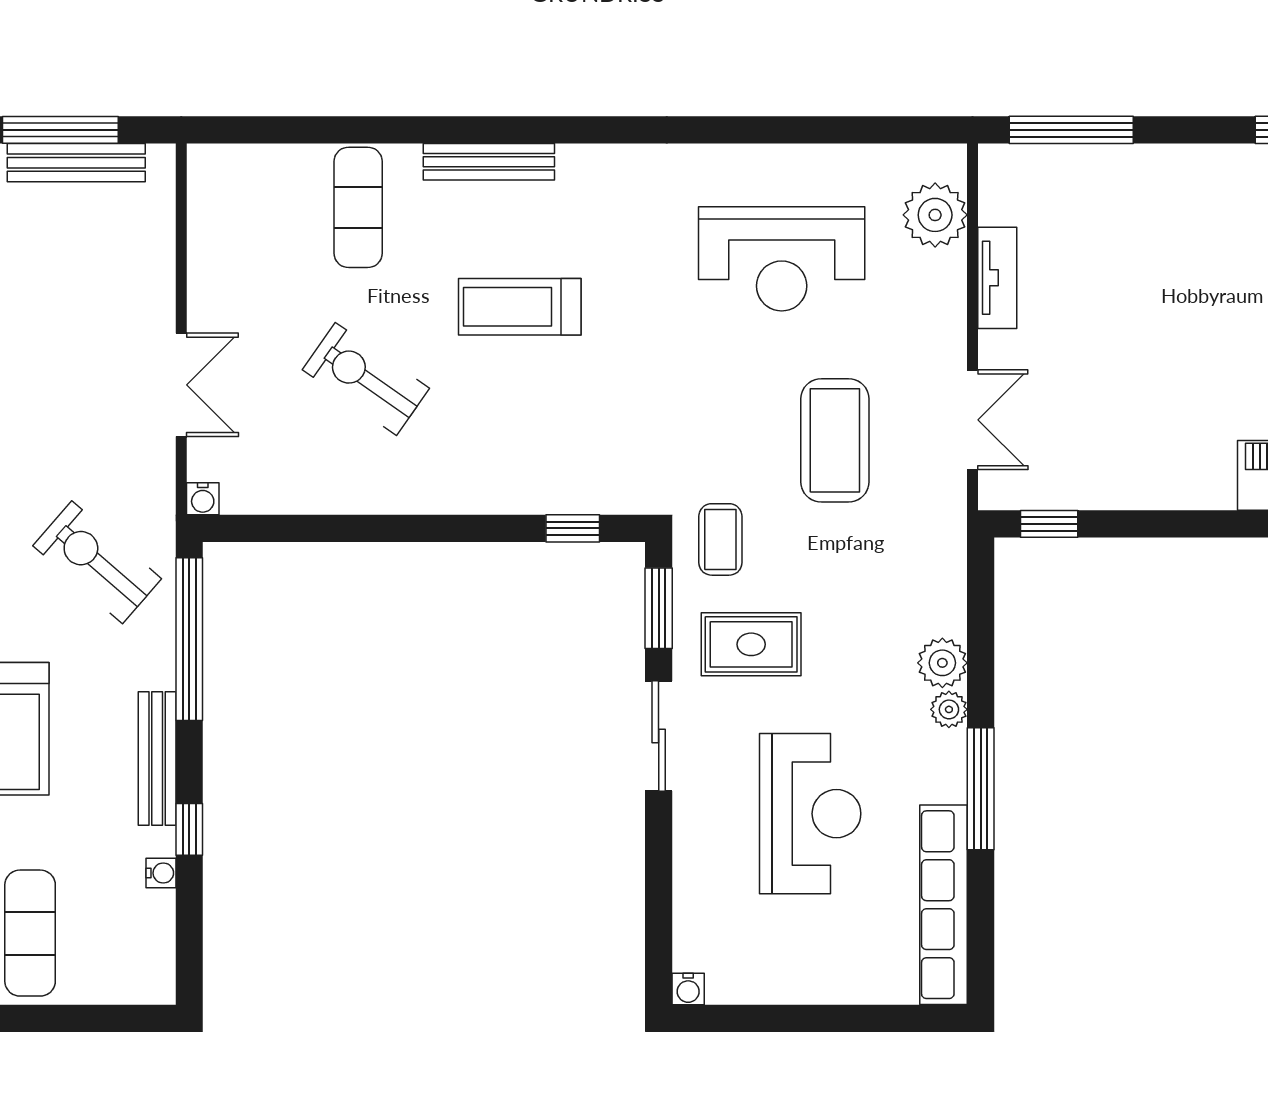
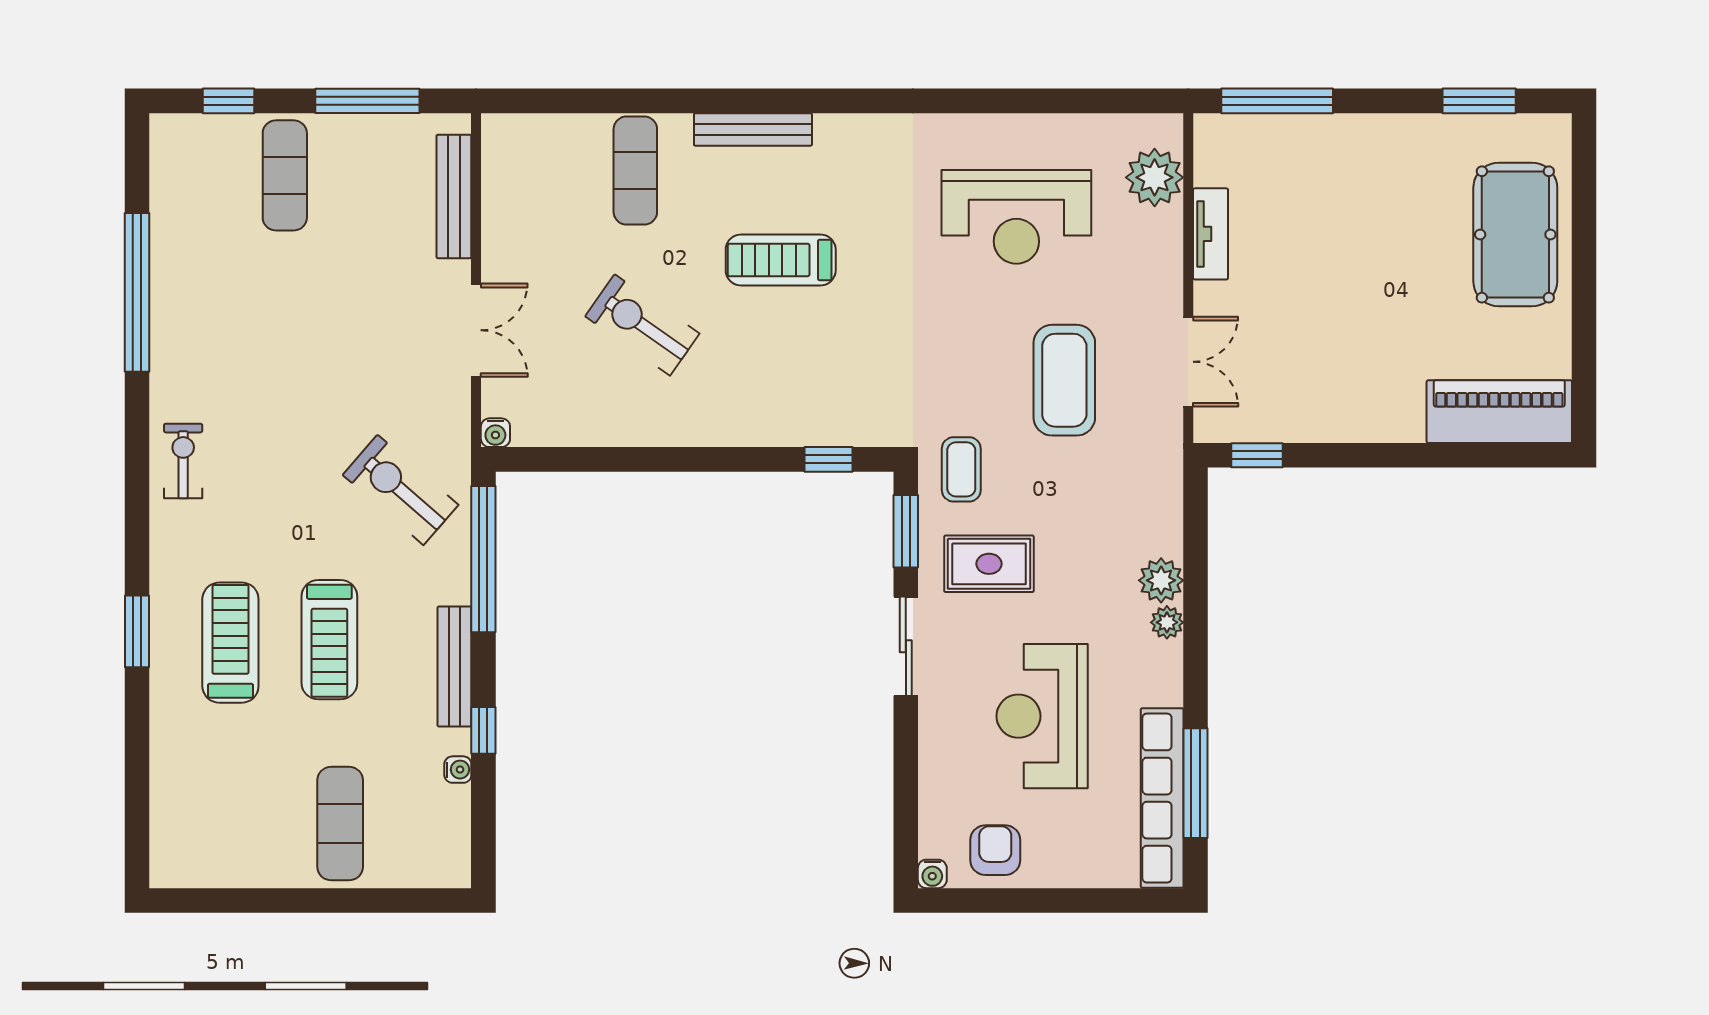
bench: (76, 163) -> (454, 196), moved, turned 90
window: (981, 789) -> (1196, 783), moved
reception desk: (810, 814) -> (1042, 716), turned 180
armchair: (758, 963) -> (995, 850), added

